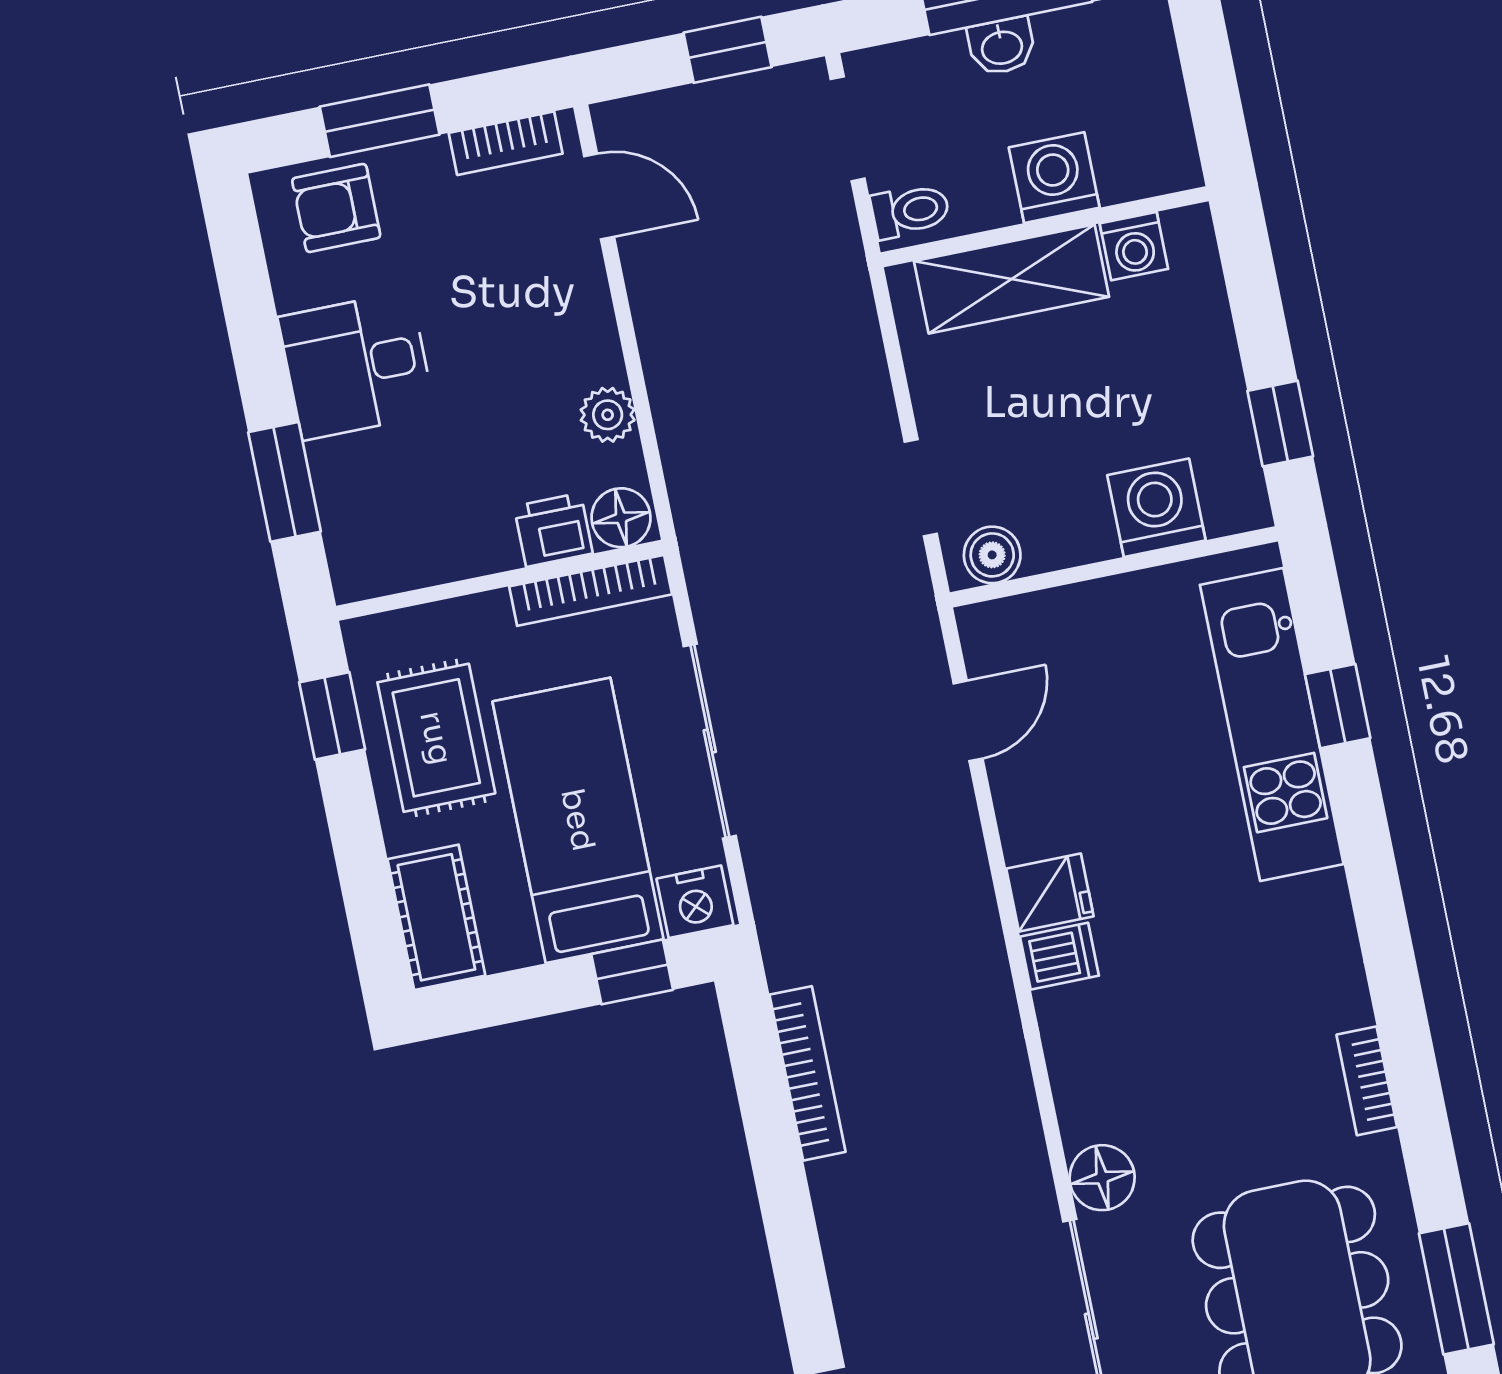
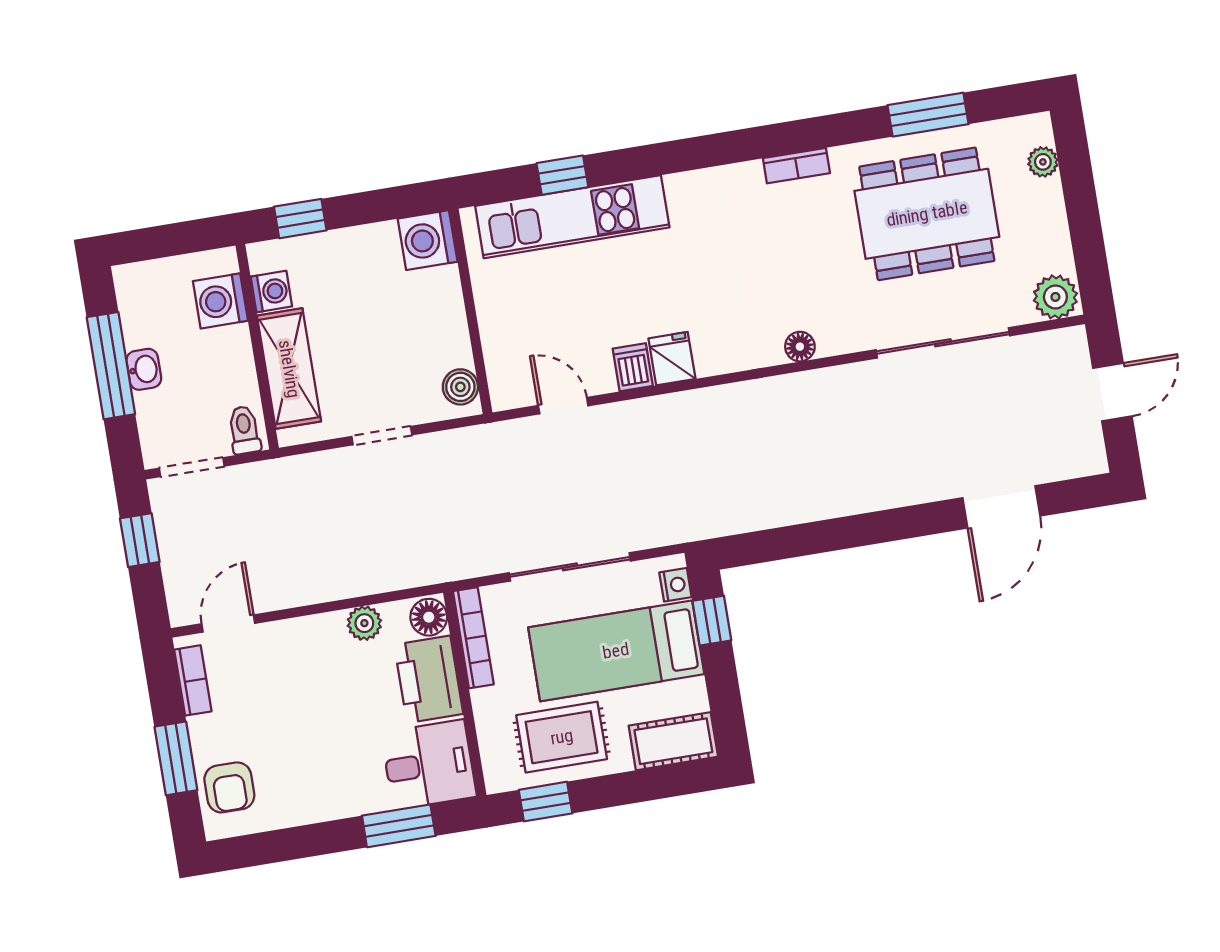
washing machine: (1054, 178) -> (220, 301), moved
desk: (357, 366) -> (429, 765), moved, turned -90
window: (1280, 424) -> (300, 219), moved
doorway: (921, 488) -> (382, 436), moved
washing machine: (1156, 508) -> (428, 240), moved
printer: (553, 530) -> (429, 679), width x1.87, depth x1.48
nightstand: (695, 902) -> (675, 585), width x0.72, depth x0.74
dishwasher: (1059, 956) -> (633, 367), moved
bookcase: (807, 1073) -> (779, 514), removed
floor lamp: (1102, 1178) -> (800, 347), moved, width x0.73, depth x0.73

